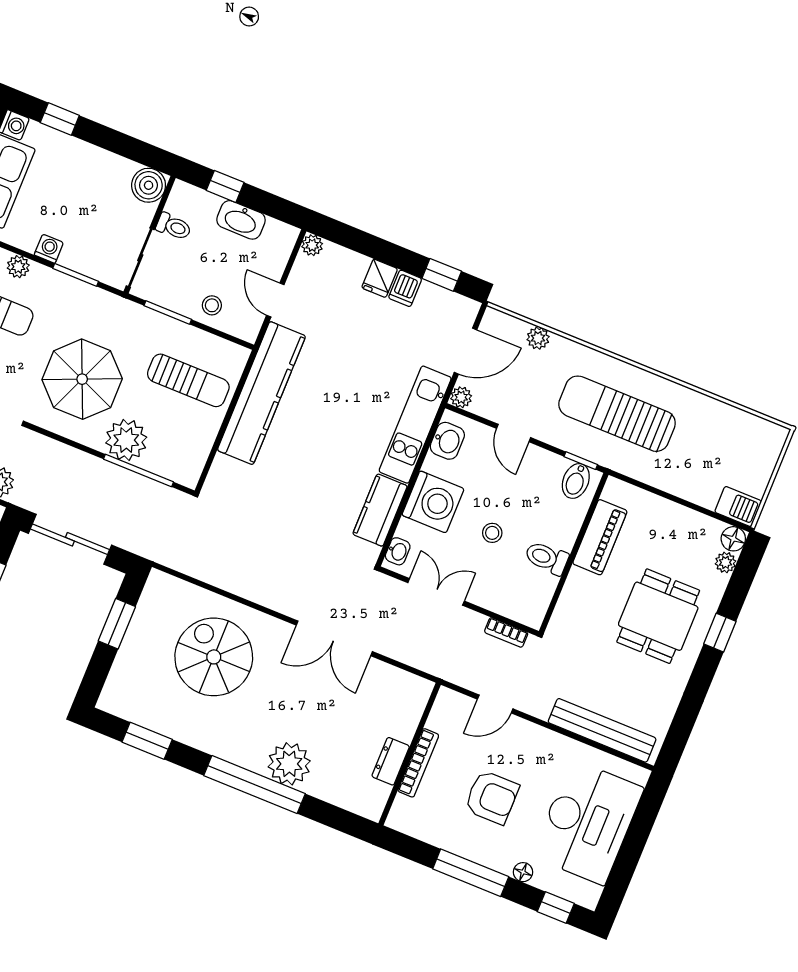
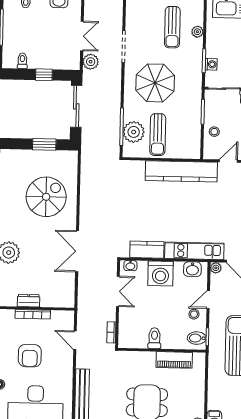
washing machine: (49, 249) -> (211, 64), moved
sun lounger: (188, 380) -> (158, 135), moved
plant: (126, 440) -> (134, 132), moved
stool: (492, 533) -> (194, 314), moved

